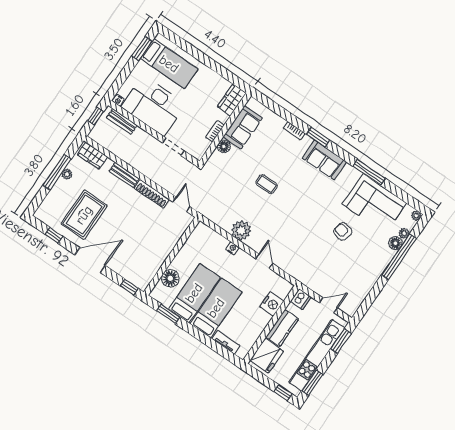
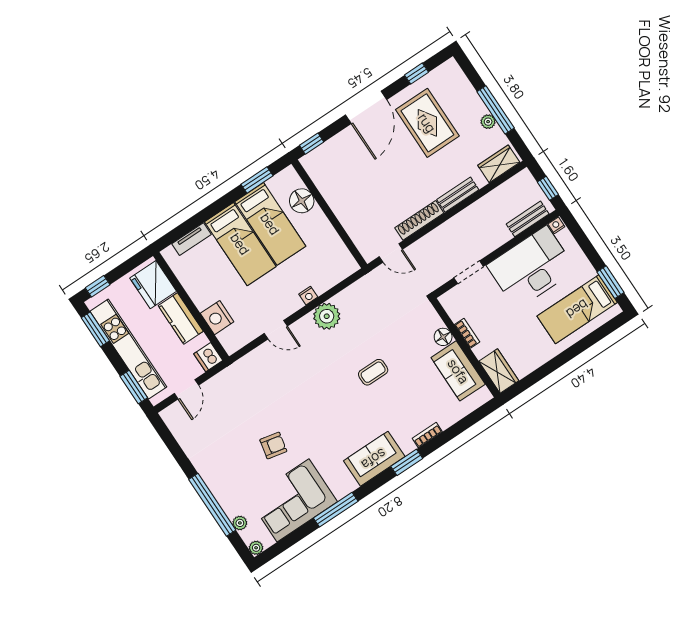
floor lamp: (395, 243) -> (232, 507), removed

